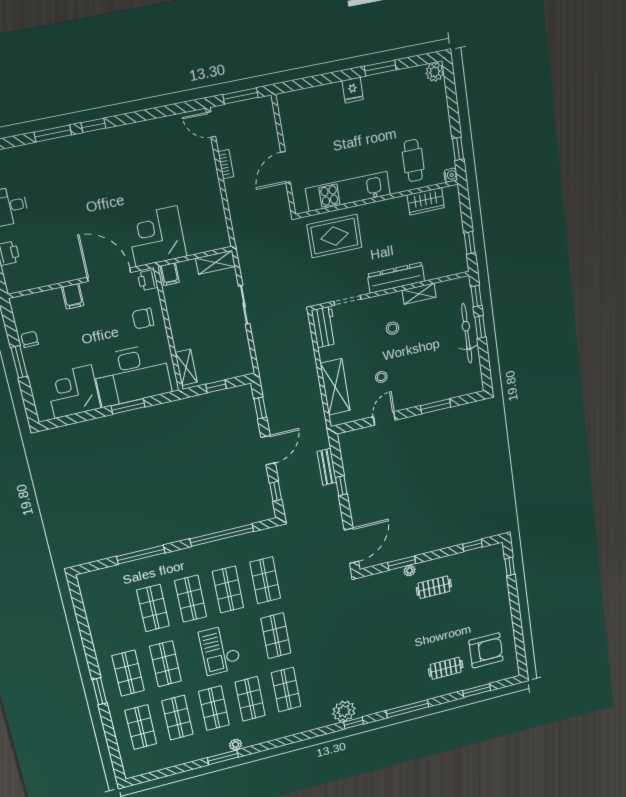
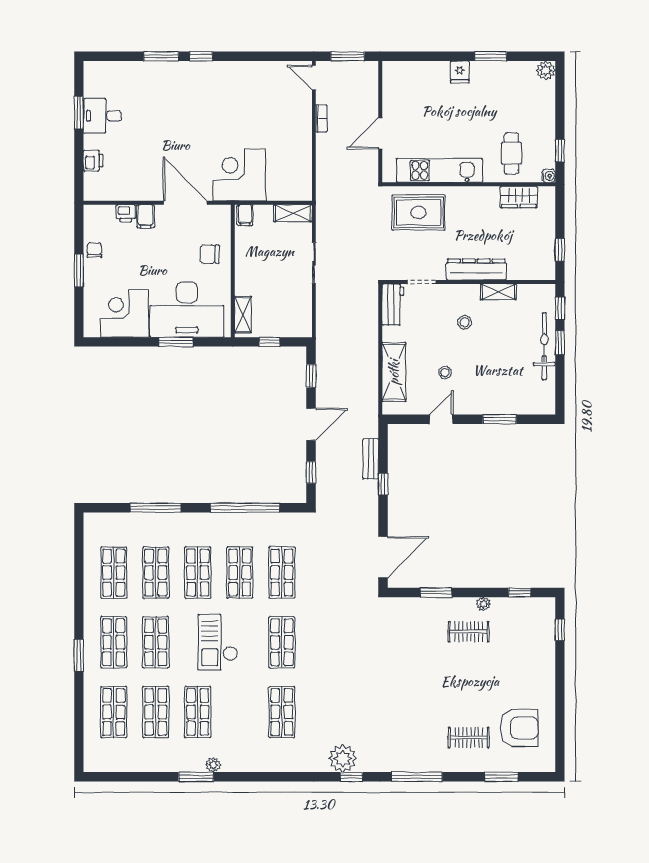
printer: (148, 280) -> (126, 213), moved, turned -90
plant: (410, 571) -> (483, 604), moved
shop shelf: (250, 699) -> (114, 573), moved

